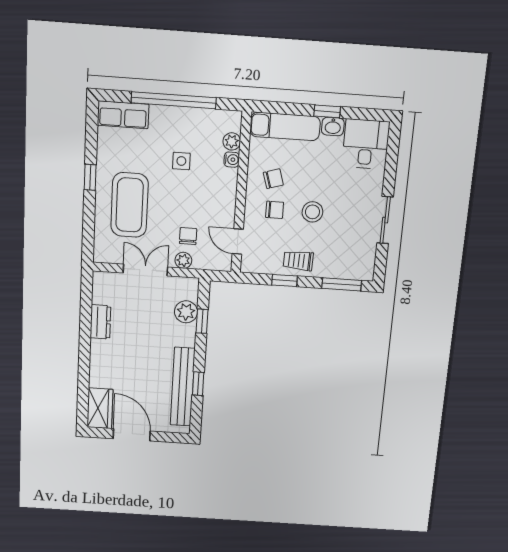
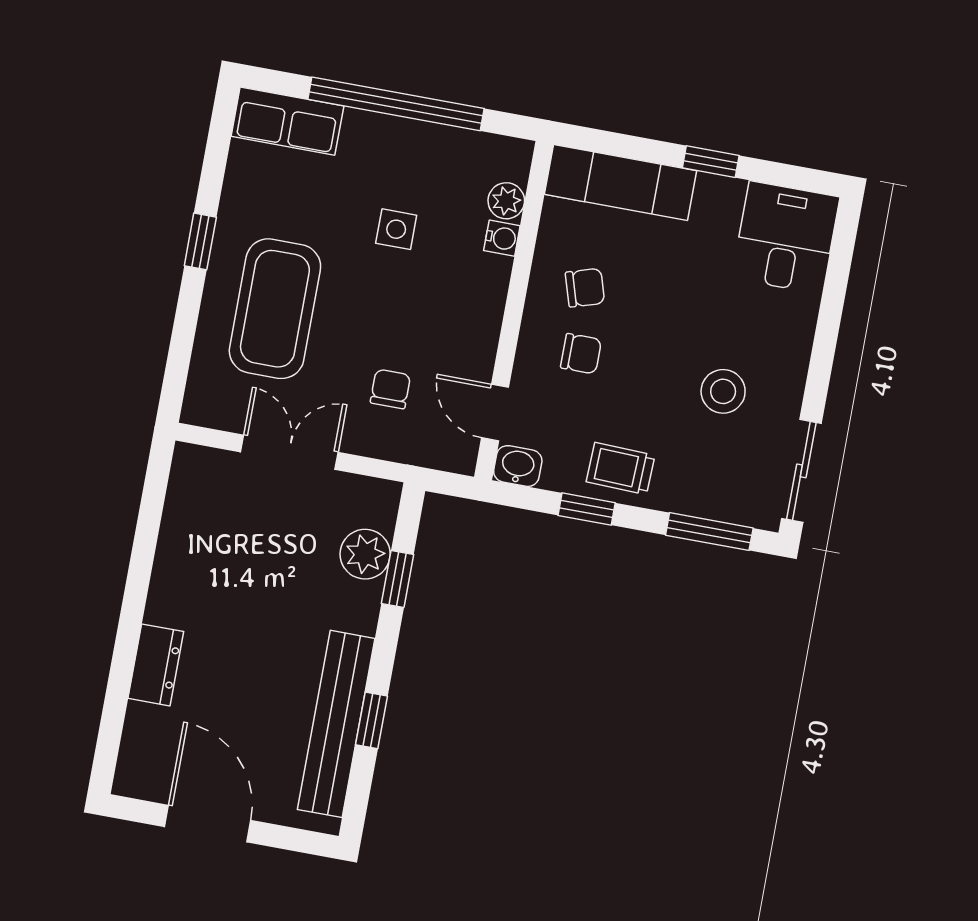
washbasin: (333, 126) -> (518, 466), moved, turned 180
stool: (312, 212) -> (723, 391), moved
sliding door: (385, 220) -> (801, 471), moved
plant: (183, 260) -> (374, 440), removed
dresser: (100, 322) -> (156, 665), moved
wardrobe: (100, 408) -> (146, 753), removed

